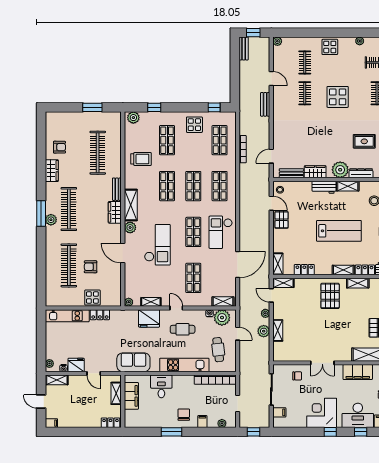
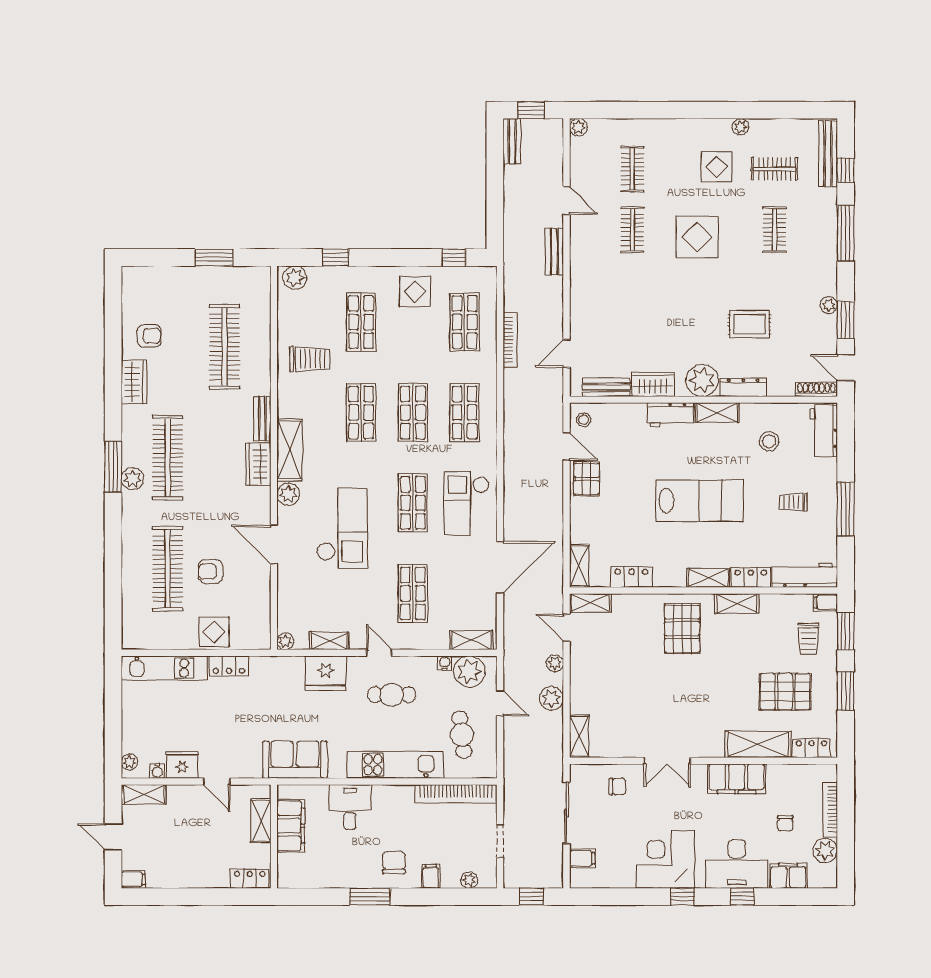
display table: (330, 47) -> (717, 167), moved
shelving: (278, 330) -> (579, 736), moved

